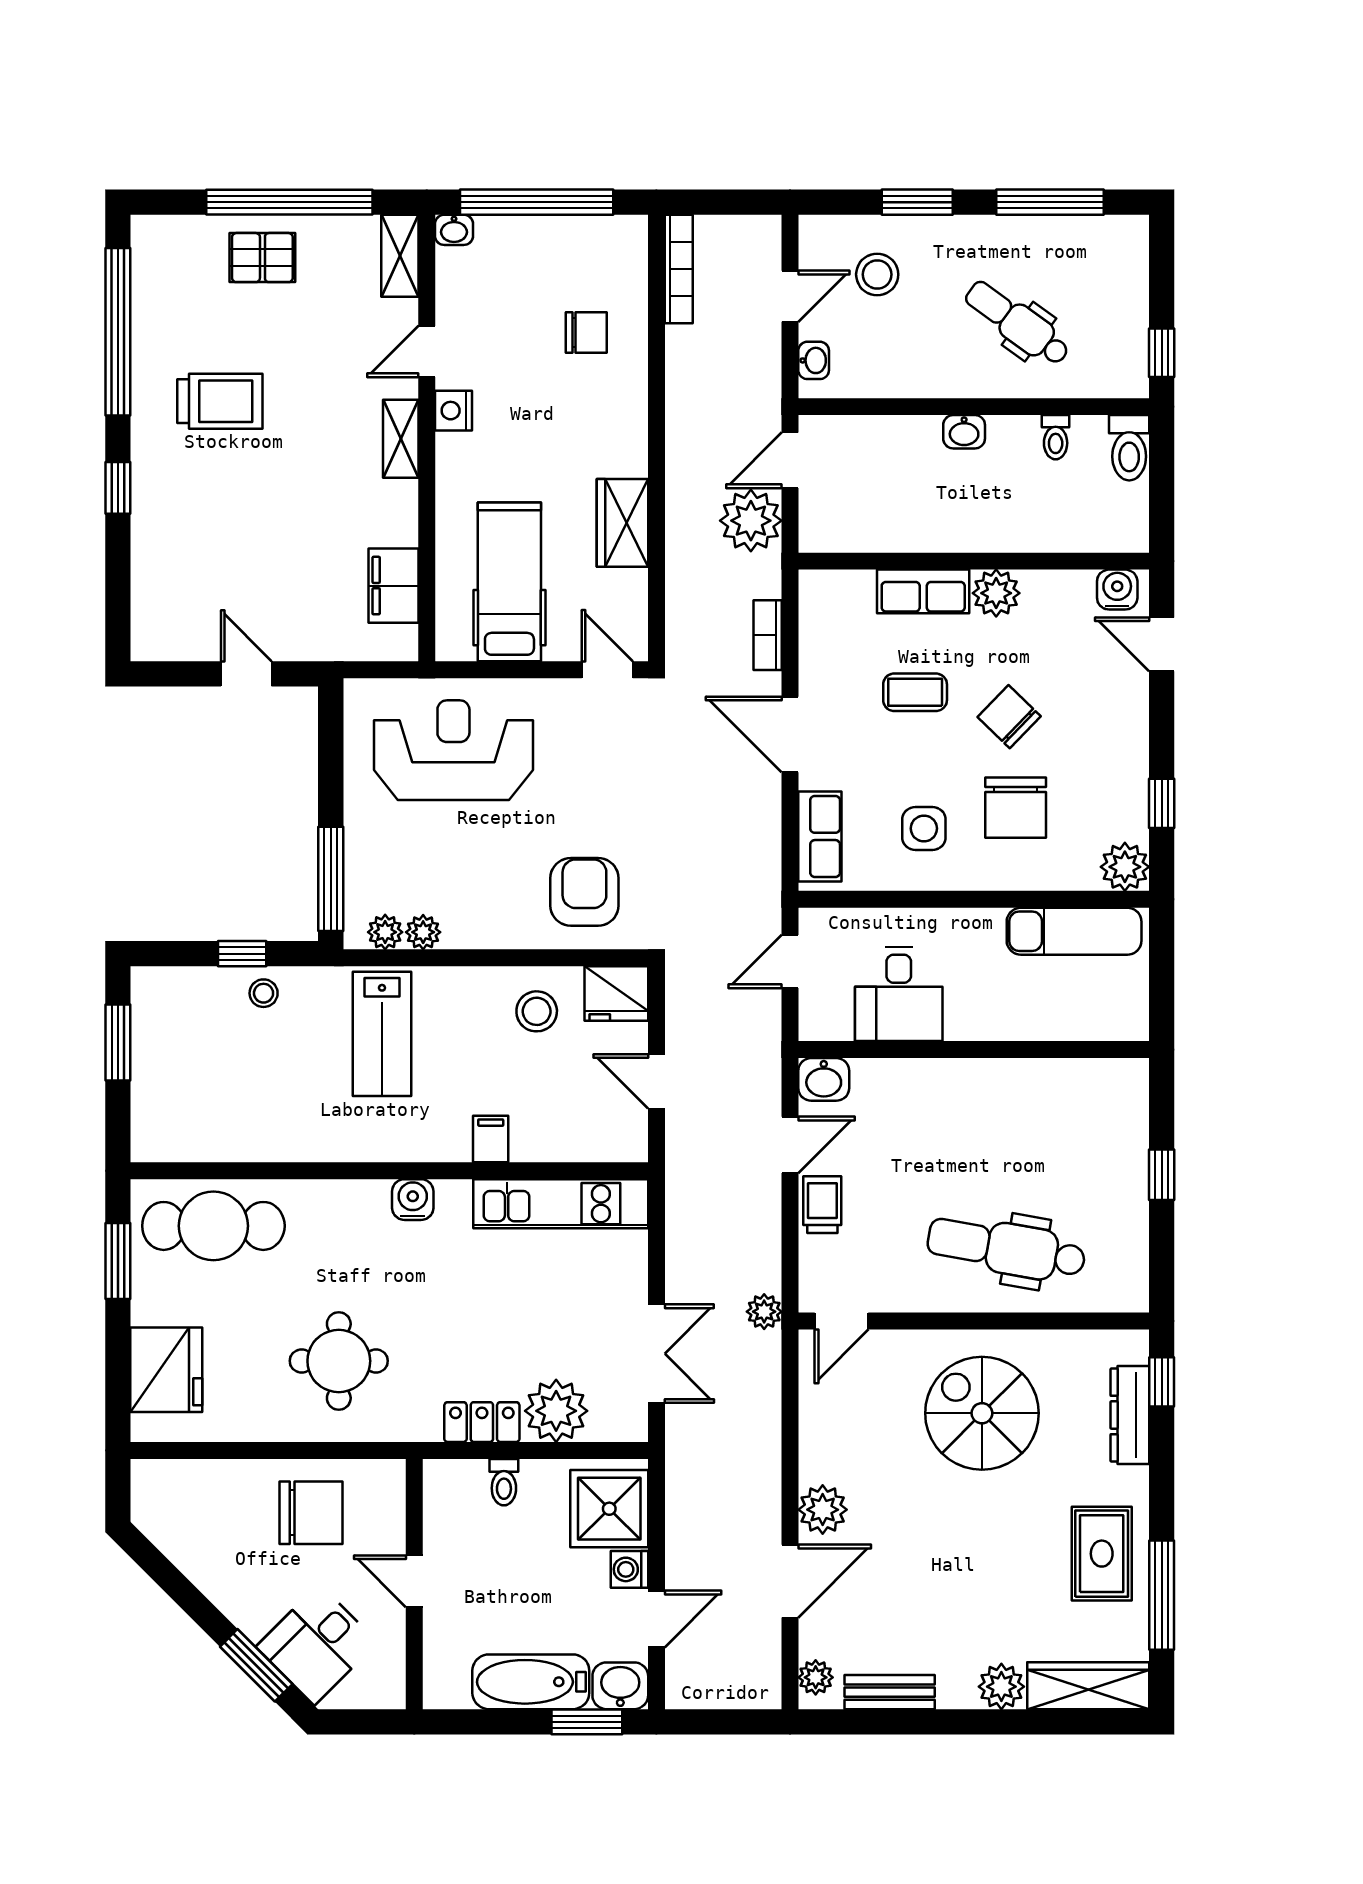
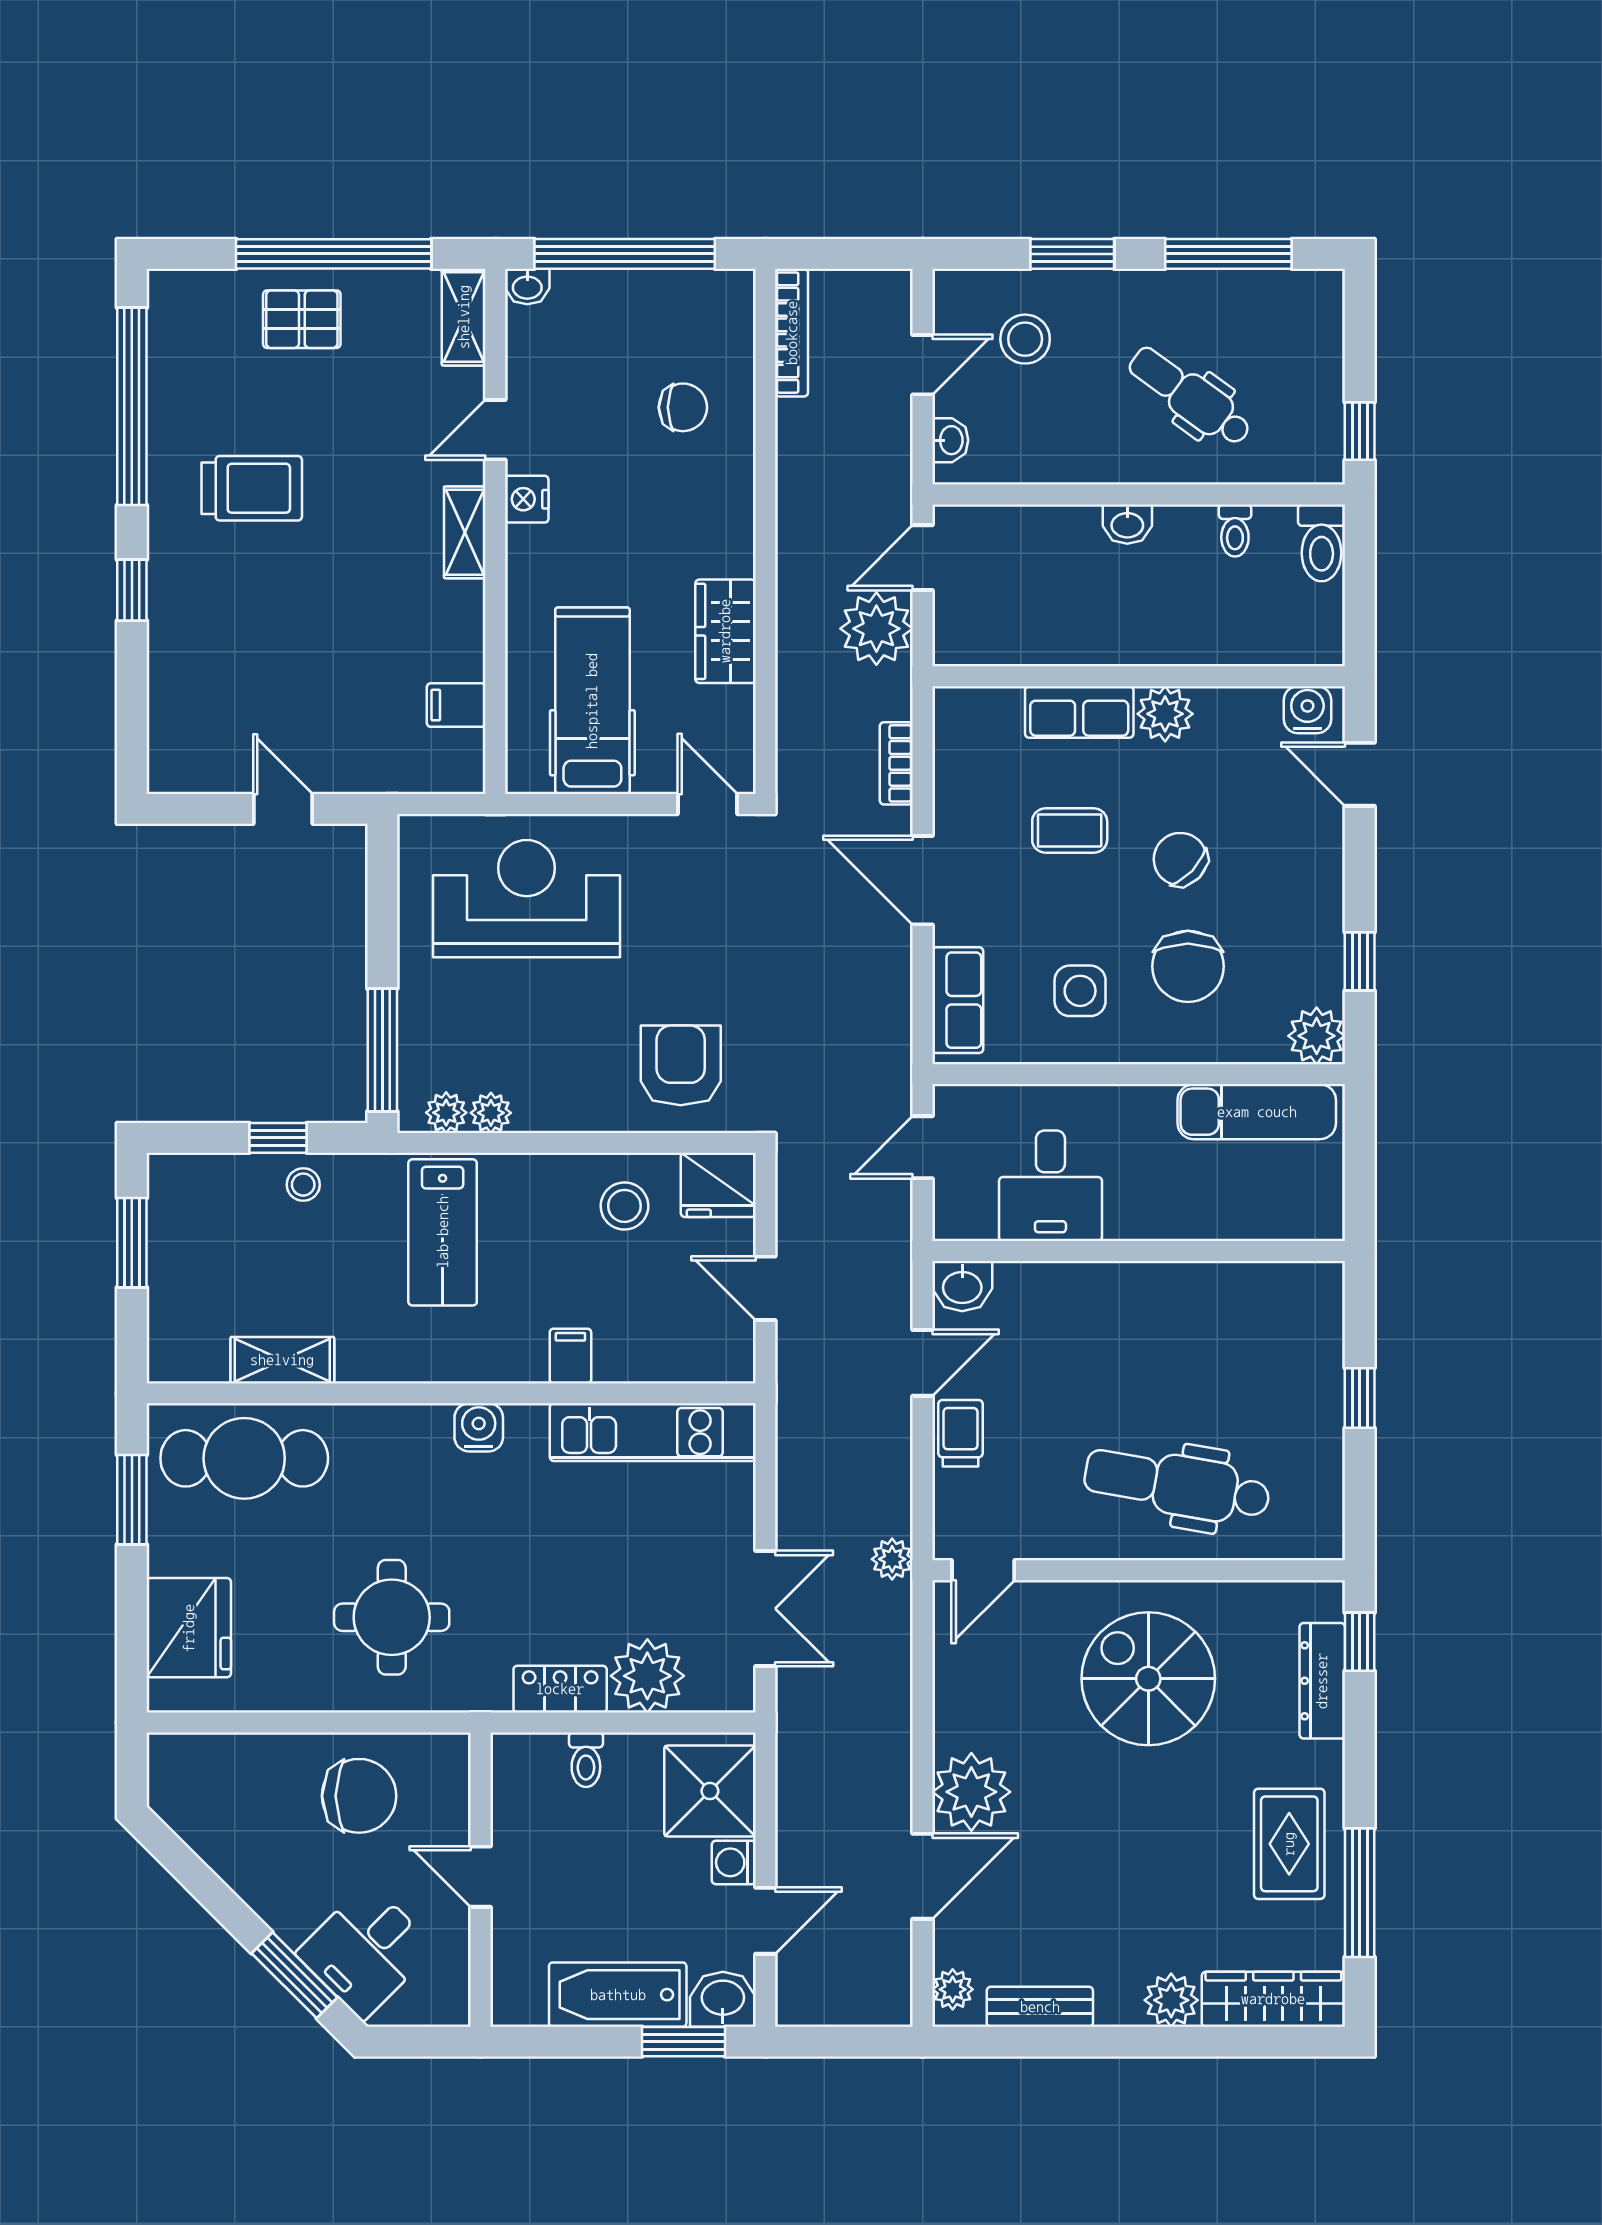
filing cabinet: (394, 586) -> (456, 705), width x0.50
shelving: (246, 1143) -> (282, 1360), added
plant: (823, 1510) -> (971, 1792), width x1.36, depth x1.36

